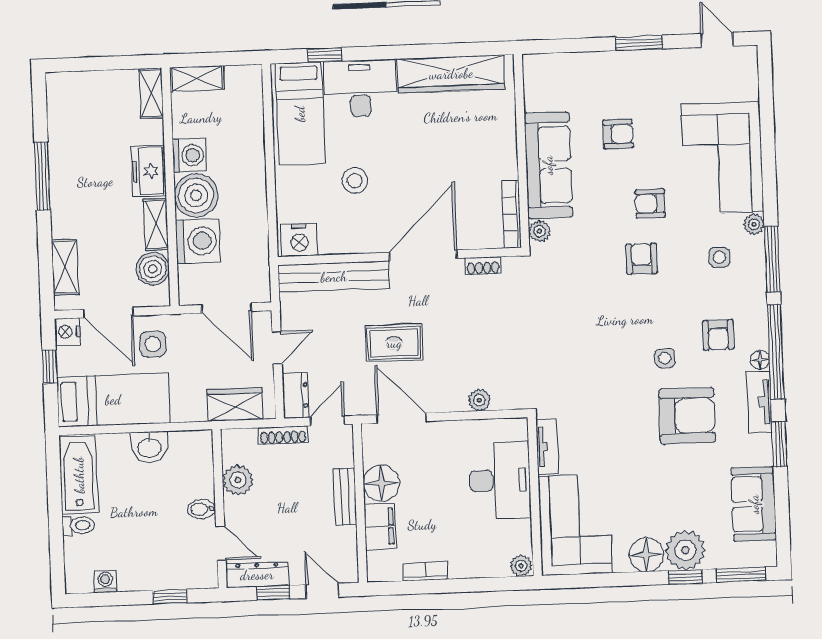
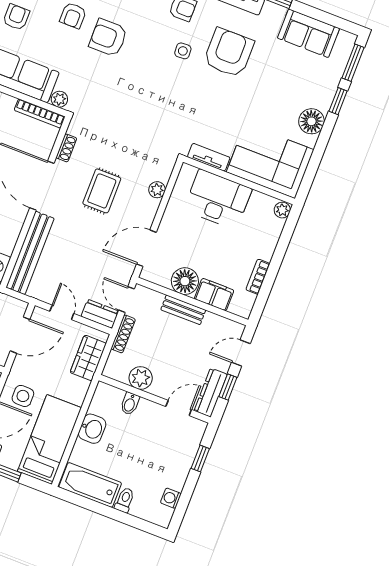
armchair: (642, 259) -> (108, 38), width x1.38, depth x1.38
rug: (394, 343) -> (102, 191), moved
bidet: (201, 509) -> (130, 404), moved
plant: (685, 550) -> (320, 93), removed

